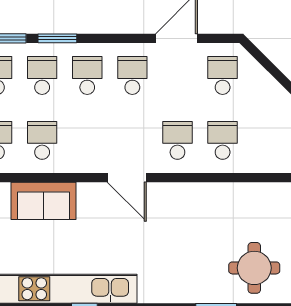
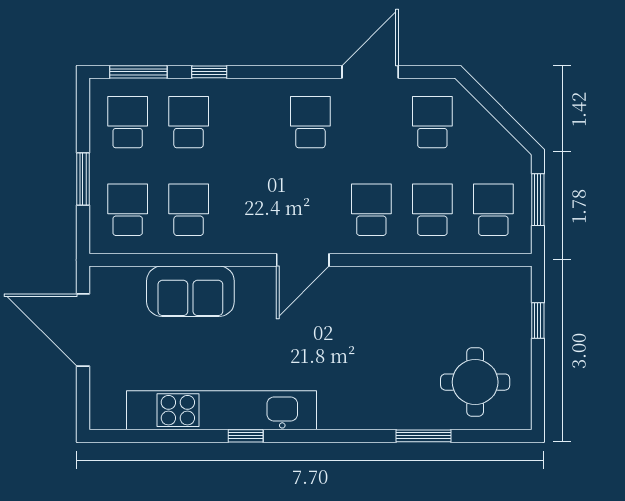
window: (57, 38) -> (209, 72), width x0.67
school desk: (87, 75) -> (493, 210), moved
door: (127, 178) -> (303, 260), hinge flipped

